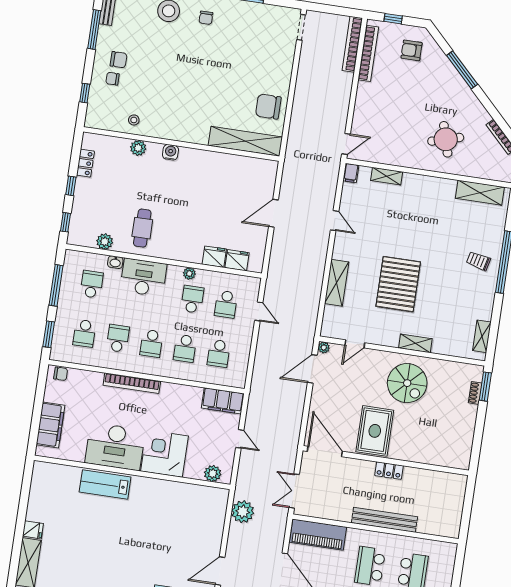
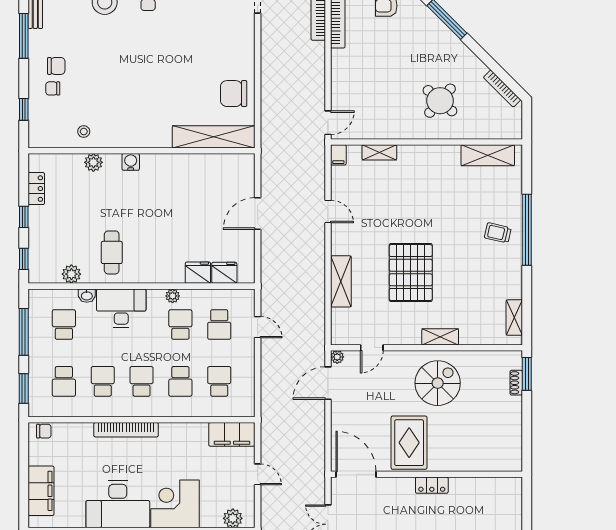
round table: (446, 139) -> (440, 101), turned -33
school desk: (151, 343) -> (142, 381), turned 180
school desk: (219, 353) -> (219, 381), turned 180
spiral stairs: (407, 383) -> (438, 383), turned -90

